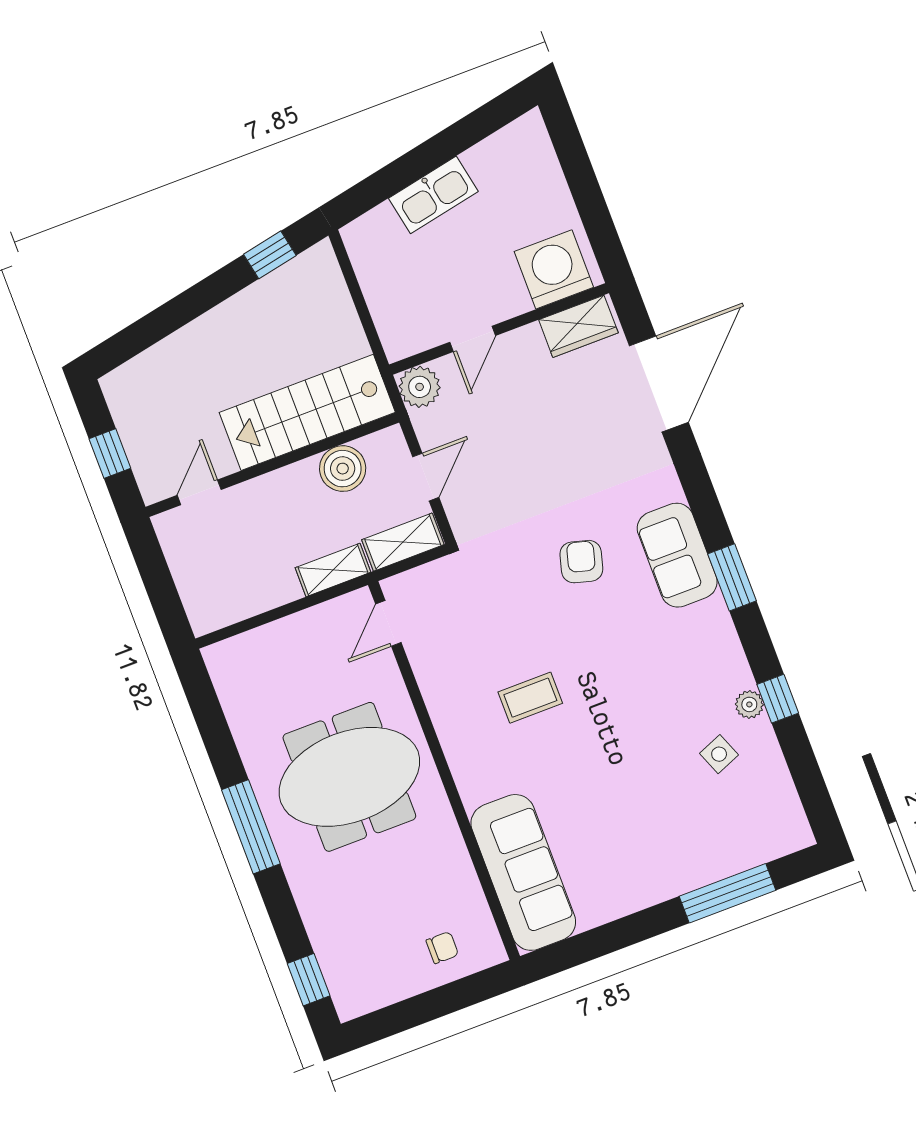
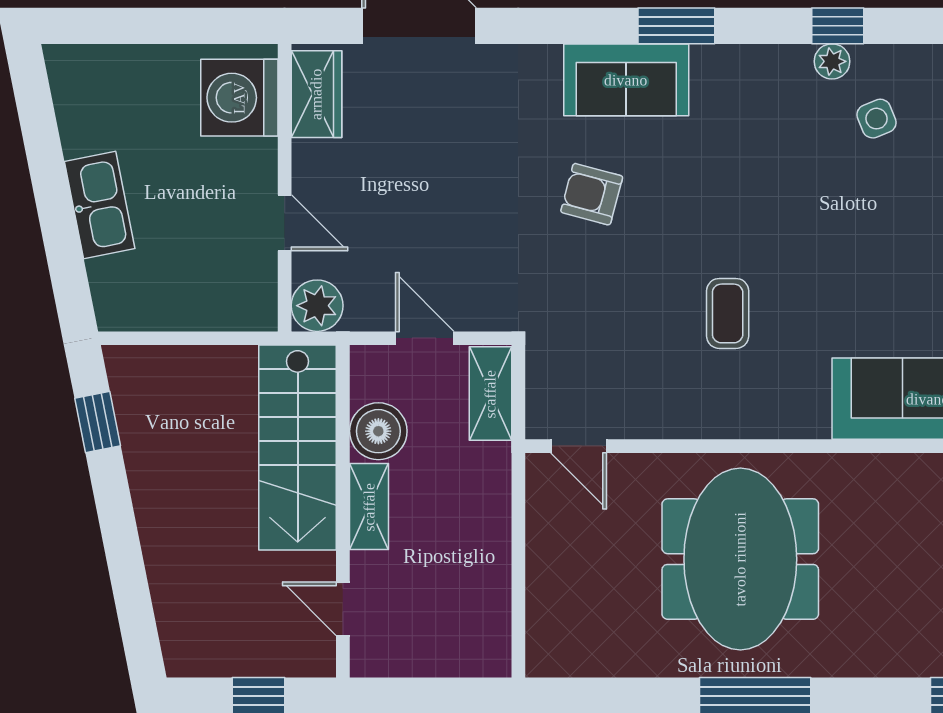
shelving: (333, 570) -> (369, 507), moved

